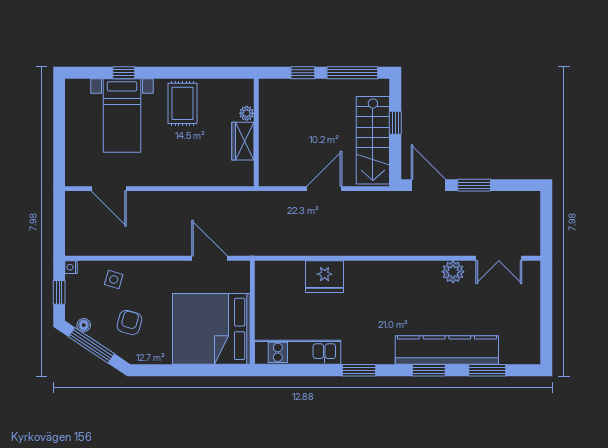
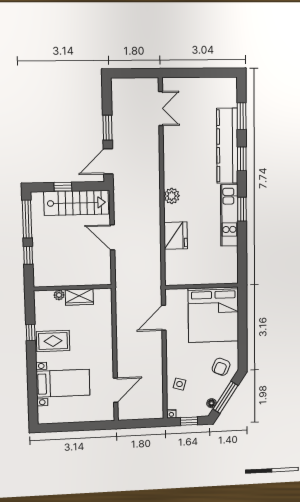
window: (124, 73) -> (31, 332), moved
plant: (453, 272) -> (172, 196), moved
armchair: (129, 322) -> (221, 367), moved, turned -82
kitchen unit: (298, 352) -> (229, 215), moved

